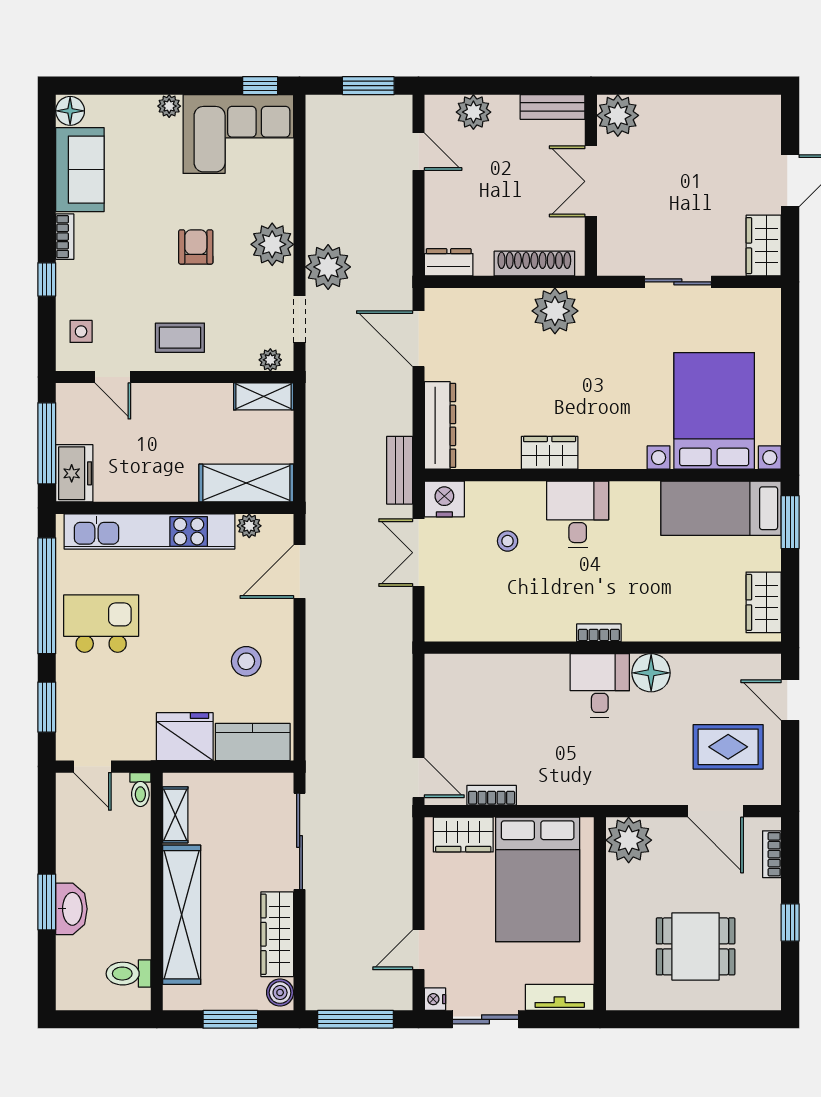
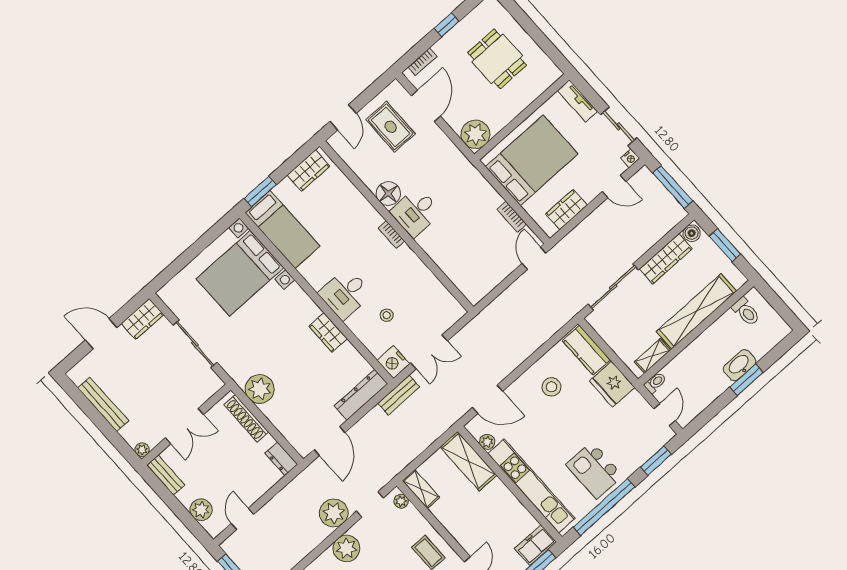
bench: (704, 108) -> (103, 404), added
plant: (618, 115) -> (142, 450), width x0.53, depth x0.53
sliding door: (678, 282) -> (195, 344), width x1.37
wardrobe: (463, 835) -> (566, 210), moved, turned -90

